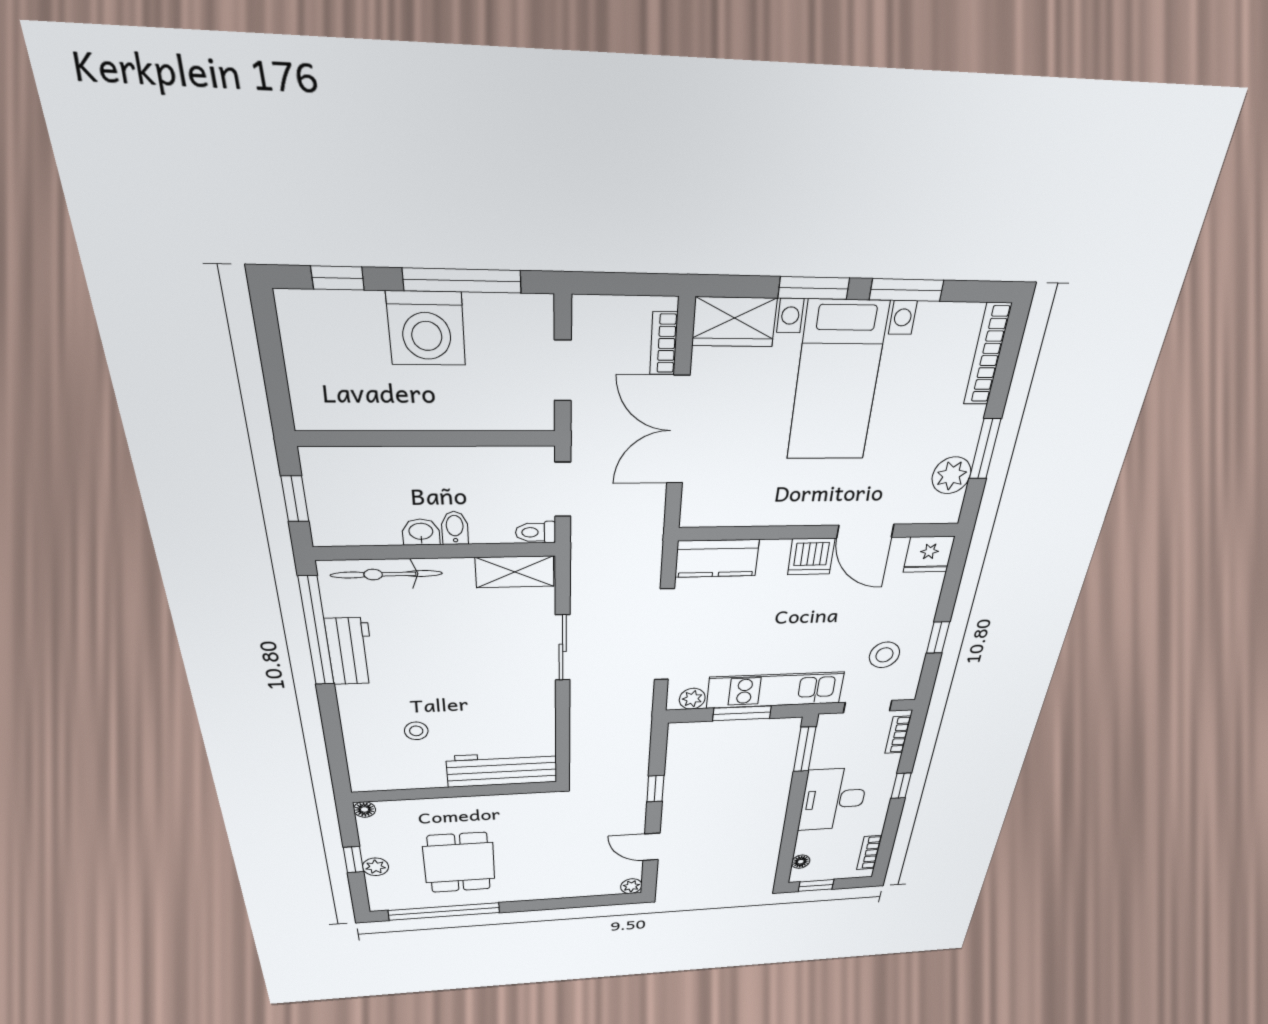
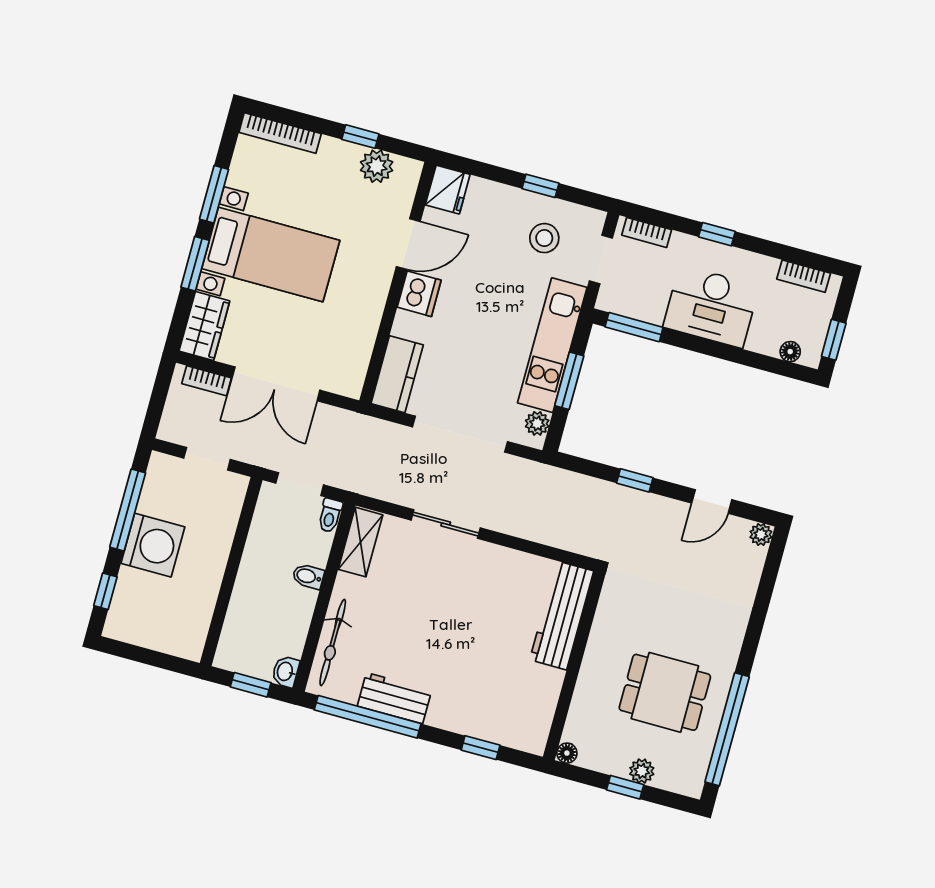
window: (985, 449) -> (360, 137), width x0.67
washbasin: (421, 532) -> (285, 672), moved
stool: (416, 731) -> (493, 675), removed
window: (334, 741) -> (481, 748), added

